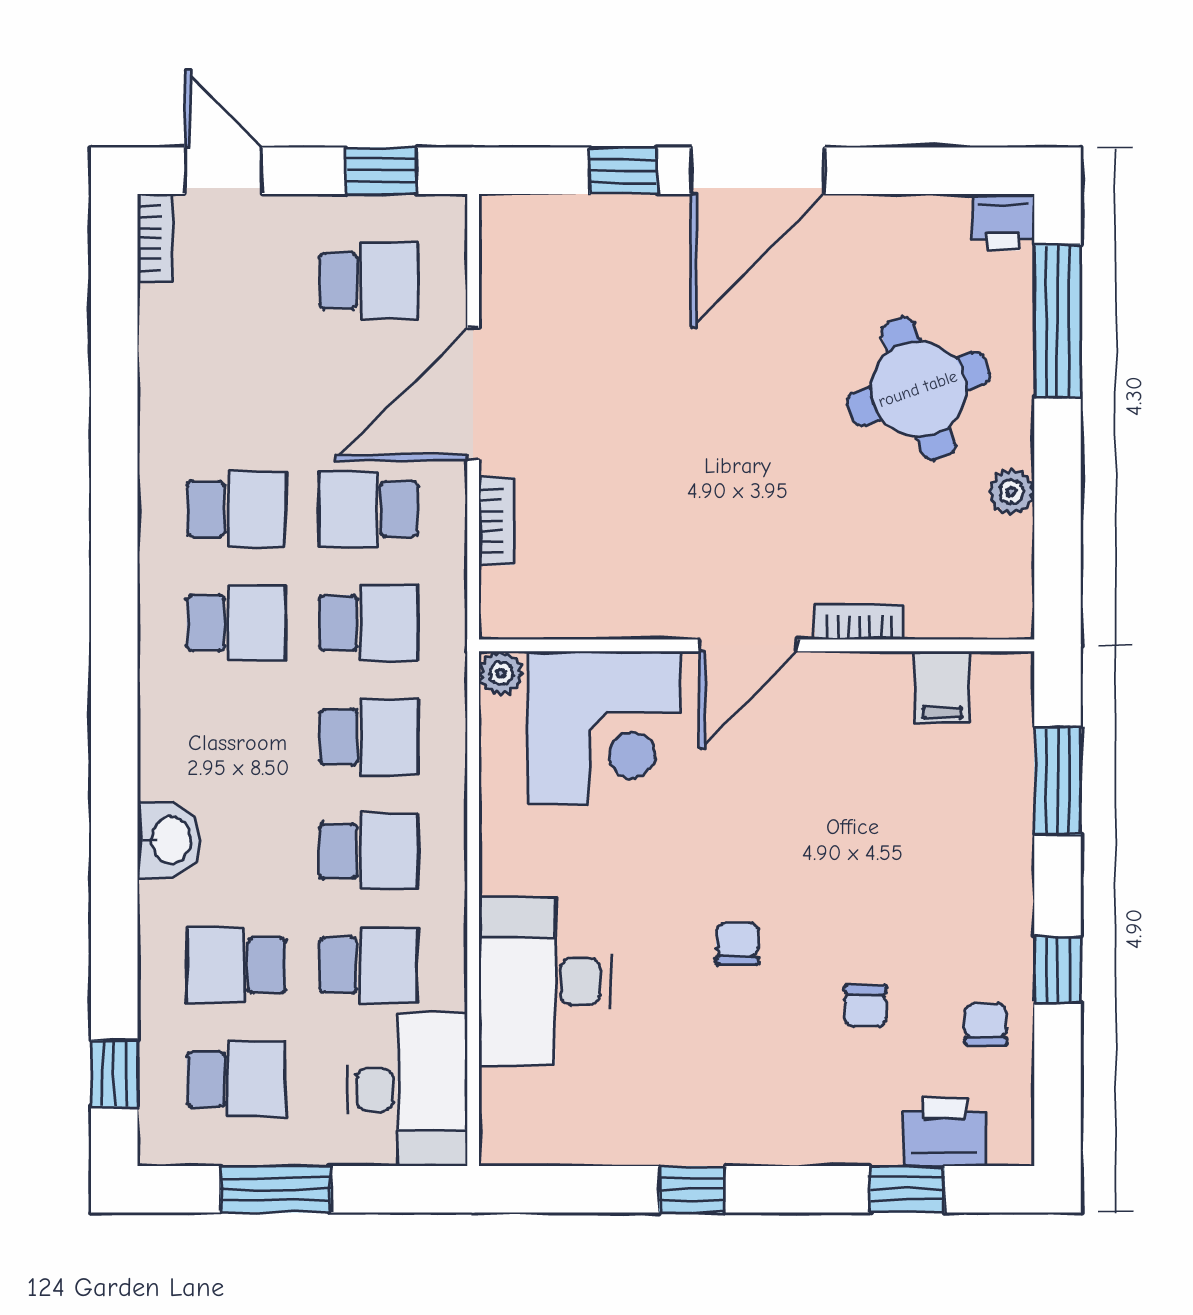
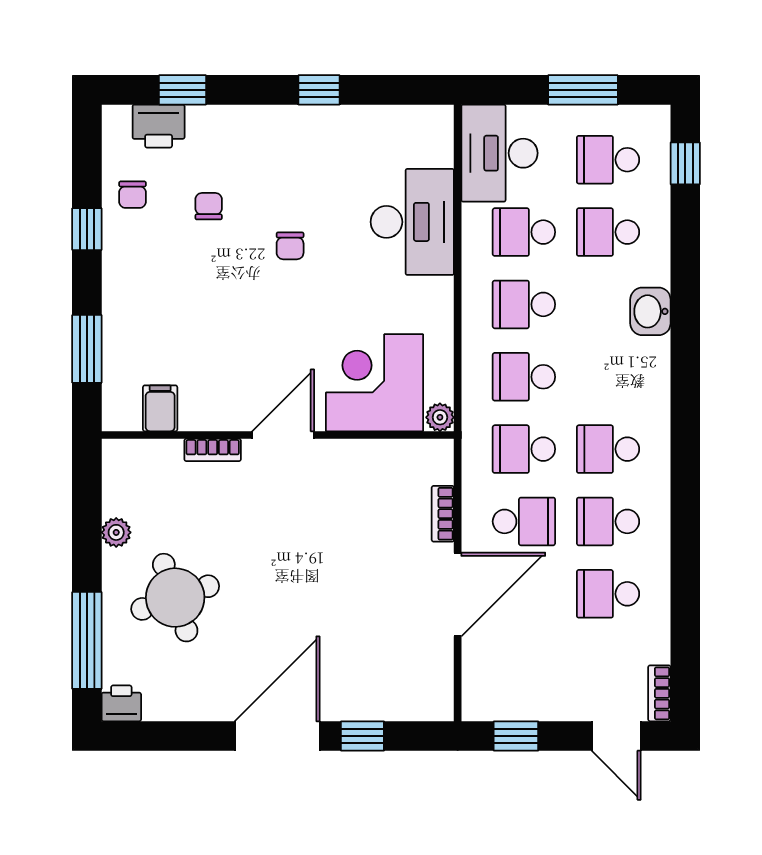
school desk: (369, 281) -> (608, 594), moved
school desk: (236, 965) -> (608, 232), turned 180

